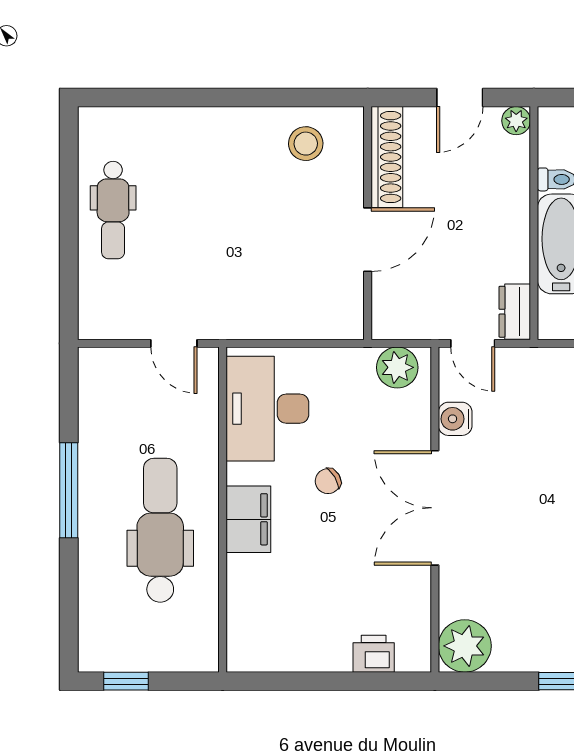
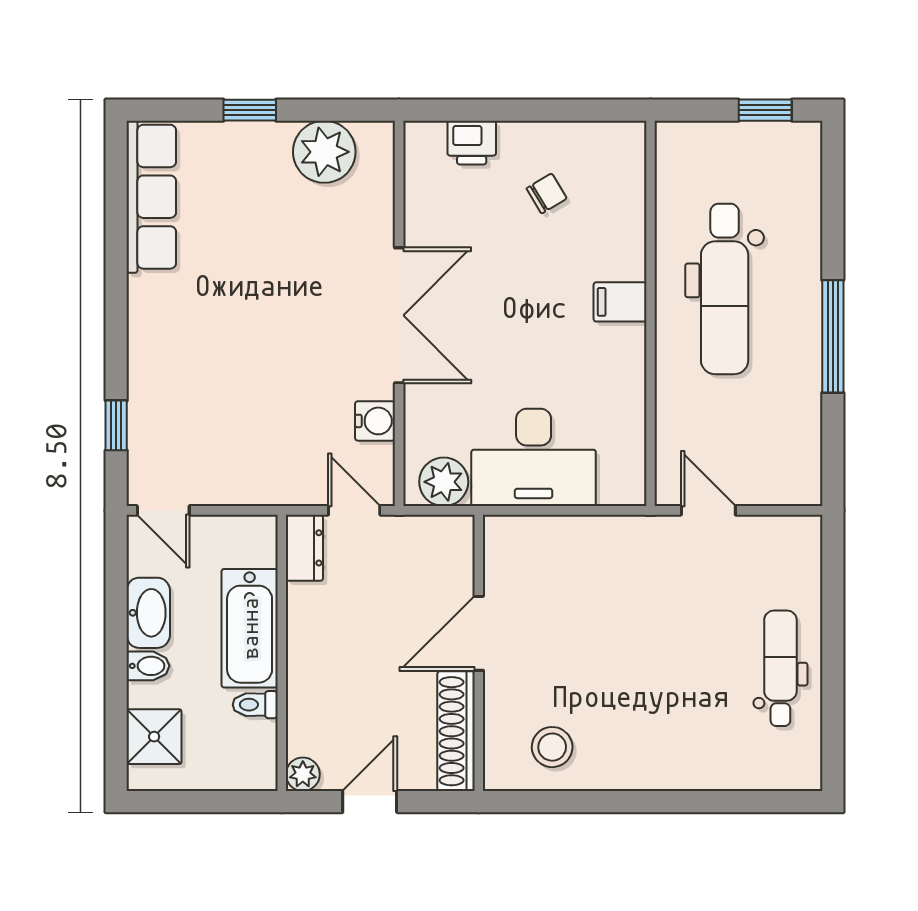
desk: (267, 409) -> (534, 457), moved, turned 90
chair: (328, 481) -> (547, 193), moved
filing cabinet: (248, 519) -> (620, 302), width x0.50
plant: (465, 646) -> (324, 152), moved

